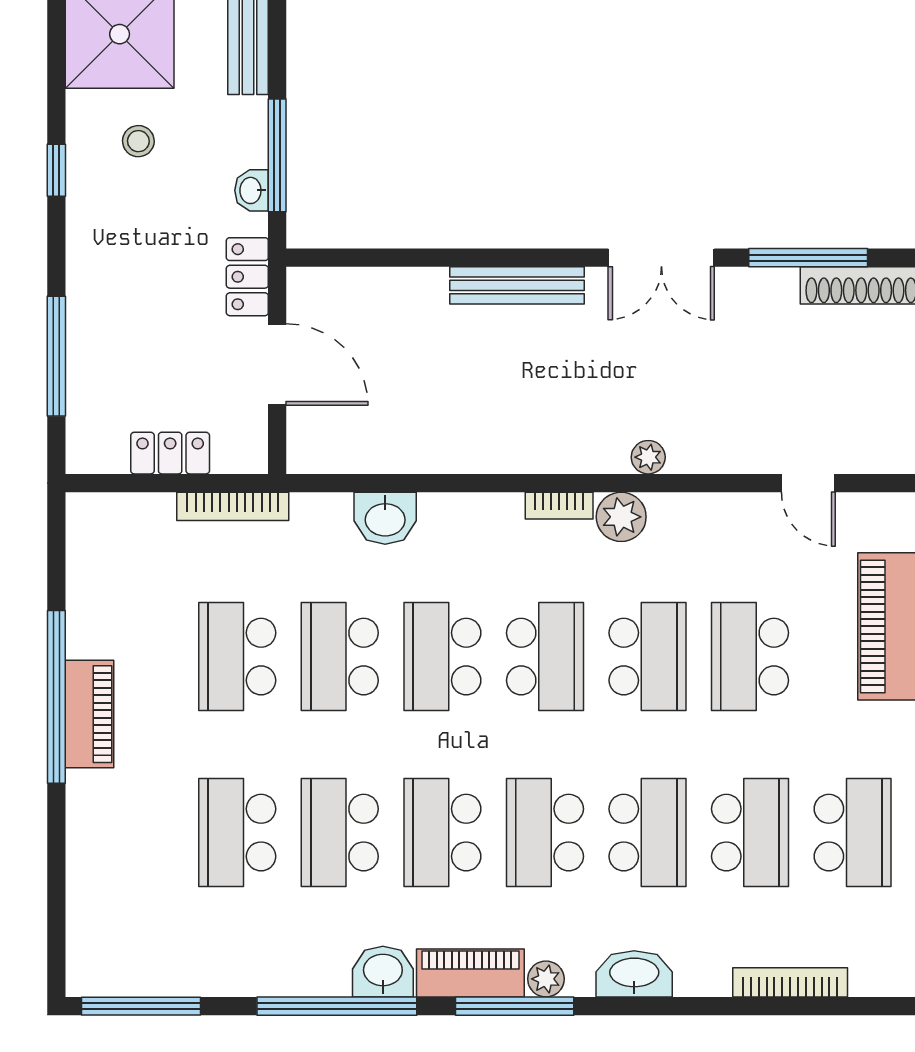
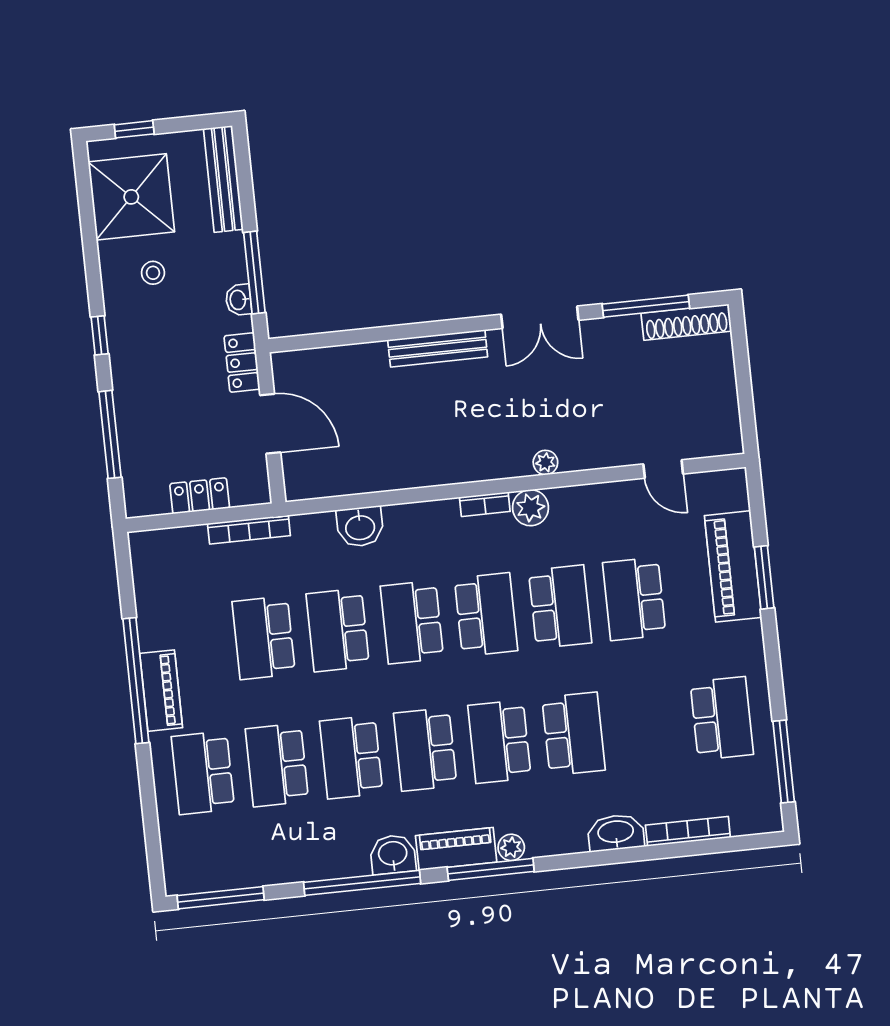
window: (56, 170) -> (100, 335), moved
school desk: (750, 833) -> (203, 773), moved, turned 180
washbasin: (634, 974) -> (616, 833), moved

